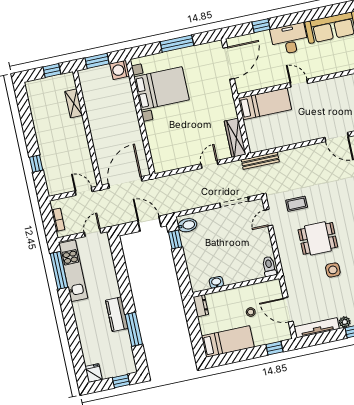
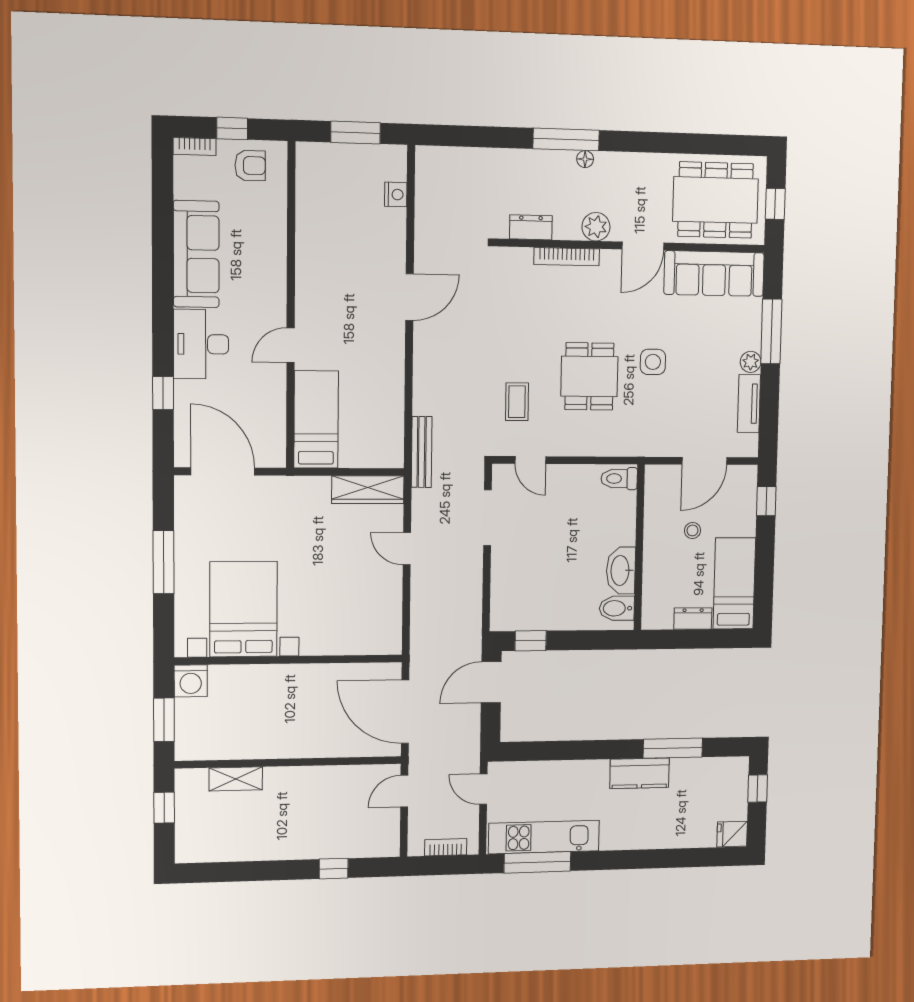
bidet: (187, 225) -> (617, 608), moved, turned -90
washbasin: (216, 282) -> (621, 570), width x1.91, depth x1.45
dresser: (201, 306) -> (693, 619), moved
tv unit: (317, 328) -> (749, 404), width x0.71

